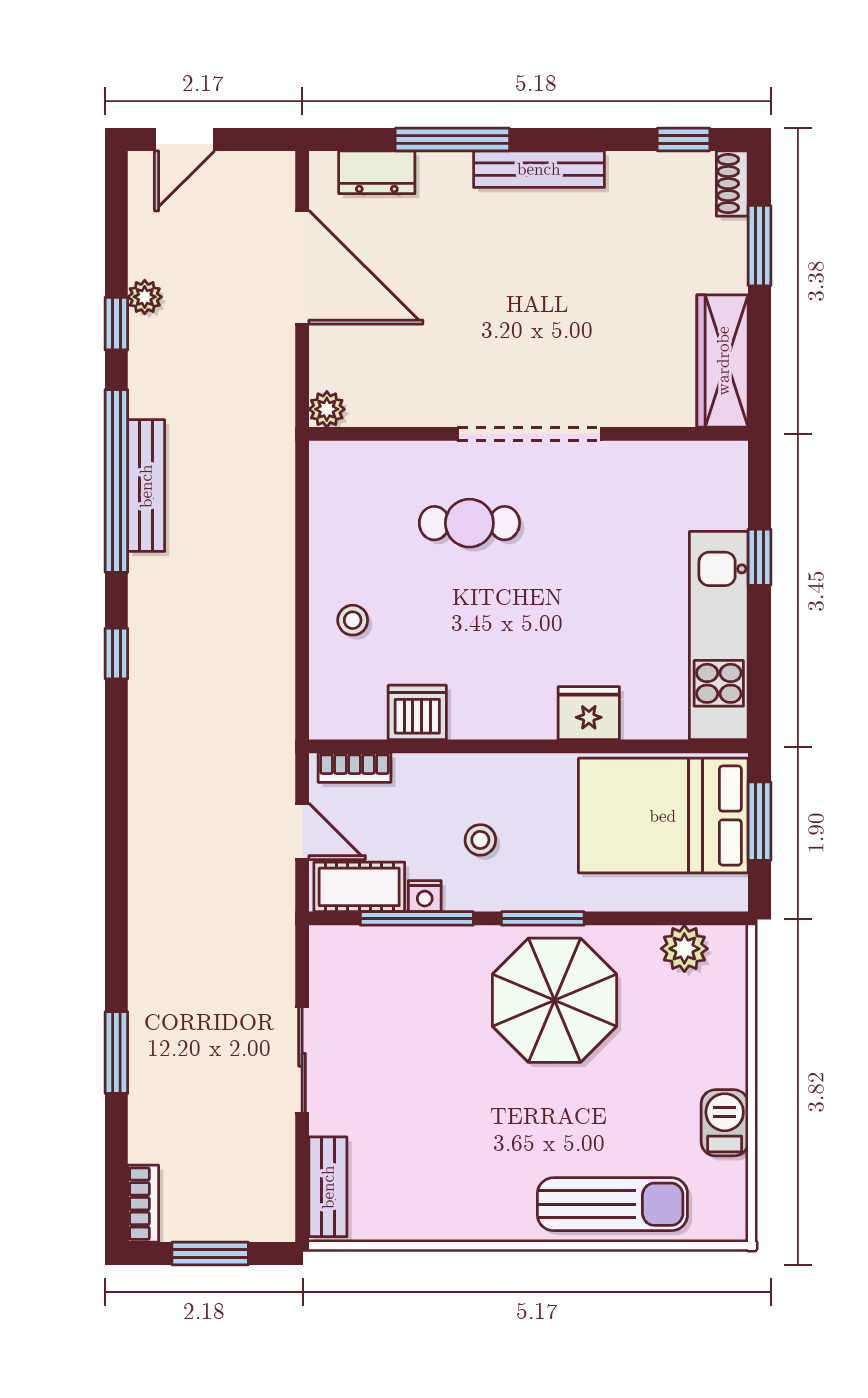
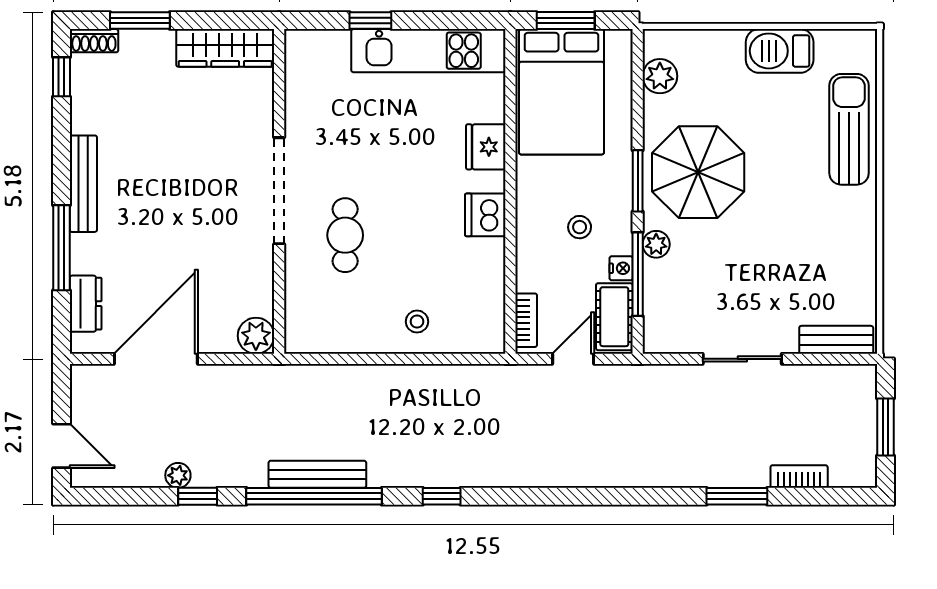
plant: (327, 409) -> (256, 336), width x1.38, depth x1.38
dishwasher: (417, 712) -> (485, 215), moved
plant: (457, 943) -> (656, 244), added
barbecue: (725, 1123) -> (780, 51), width x1.38, depth x1.27
bookcase: (143, 1204) -> (799, 477), moved

